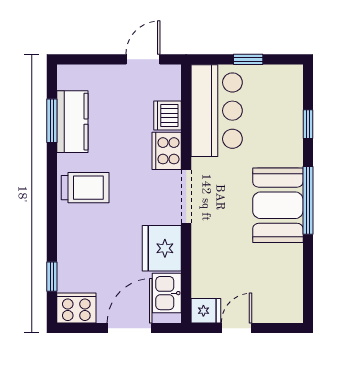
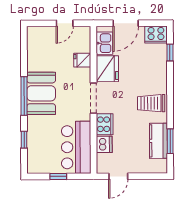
fridge: (206, 311) -> (82, 60), moved

